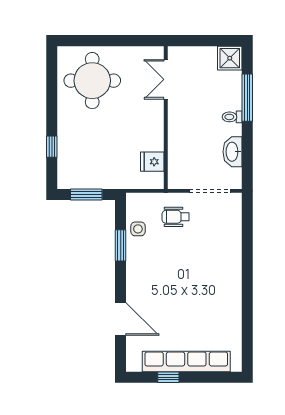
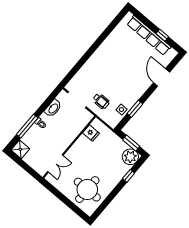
plant: (71, 175) -> (130, 157), added

